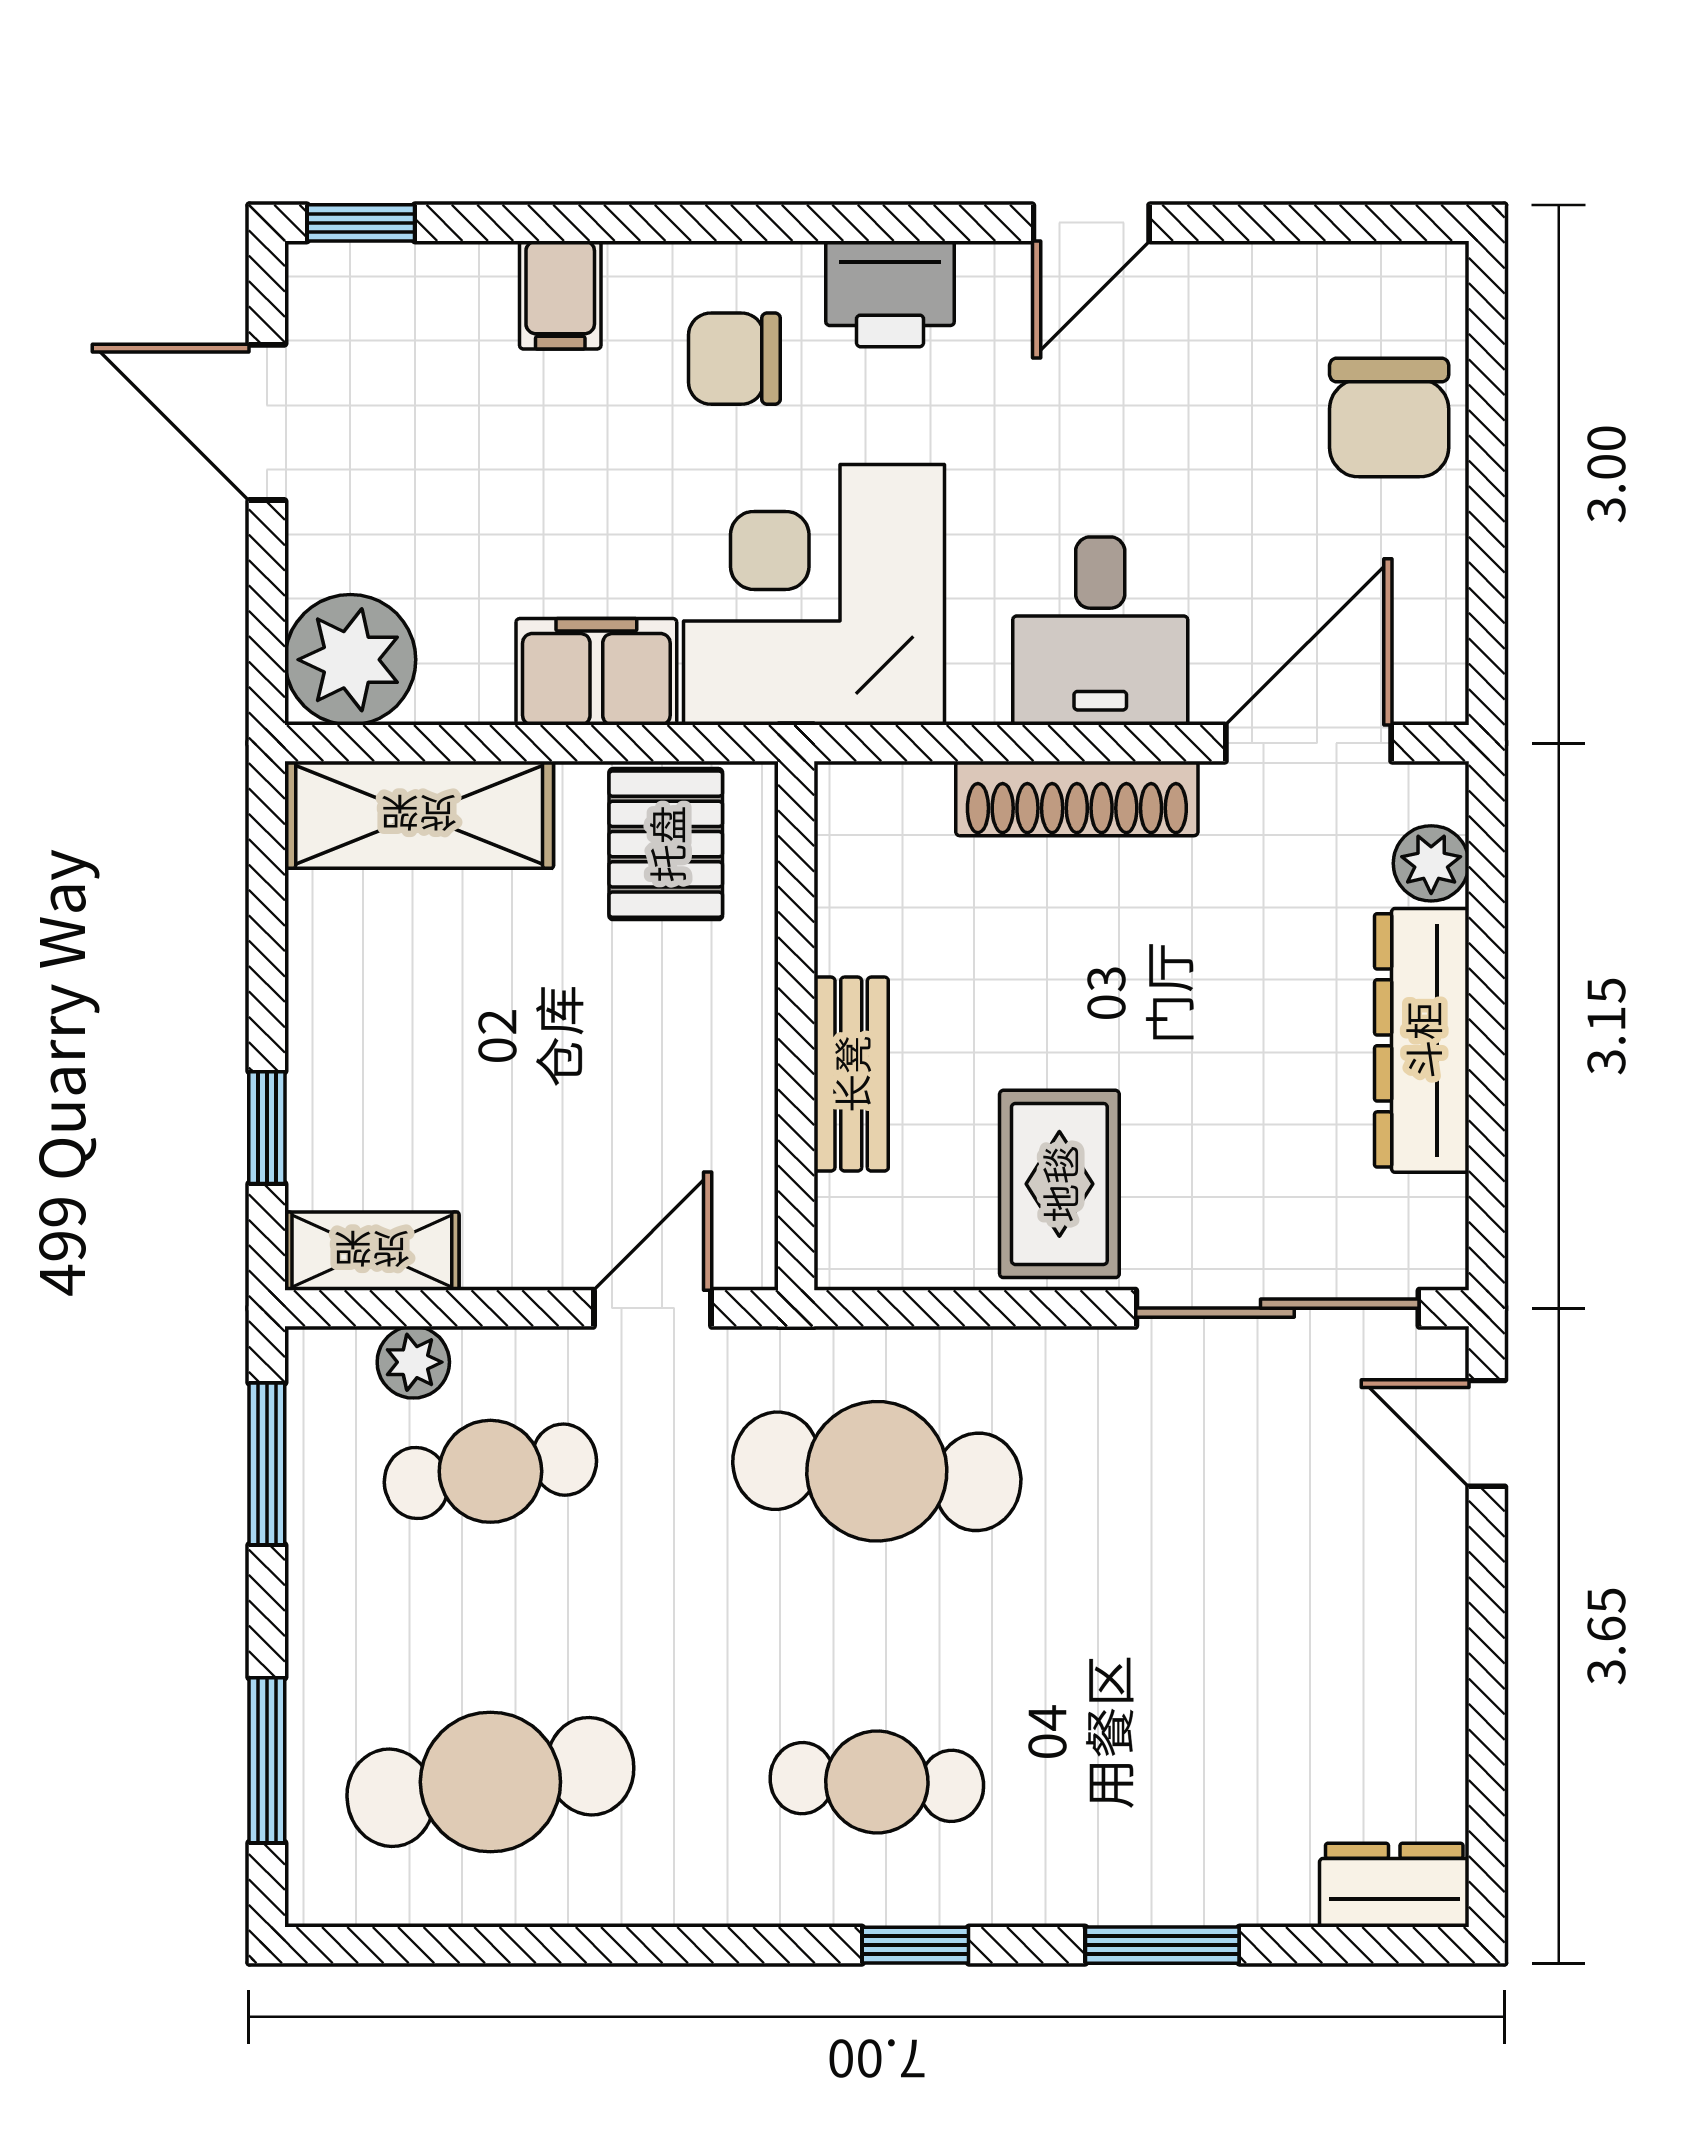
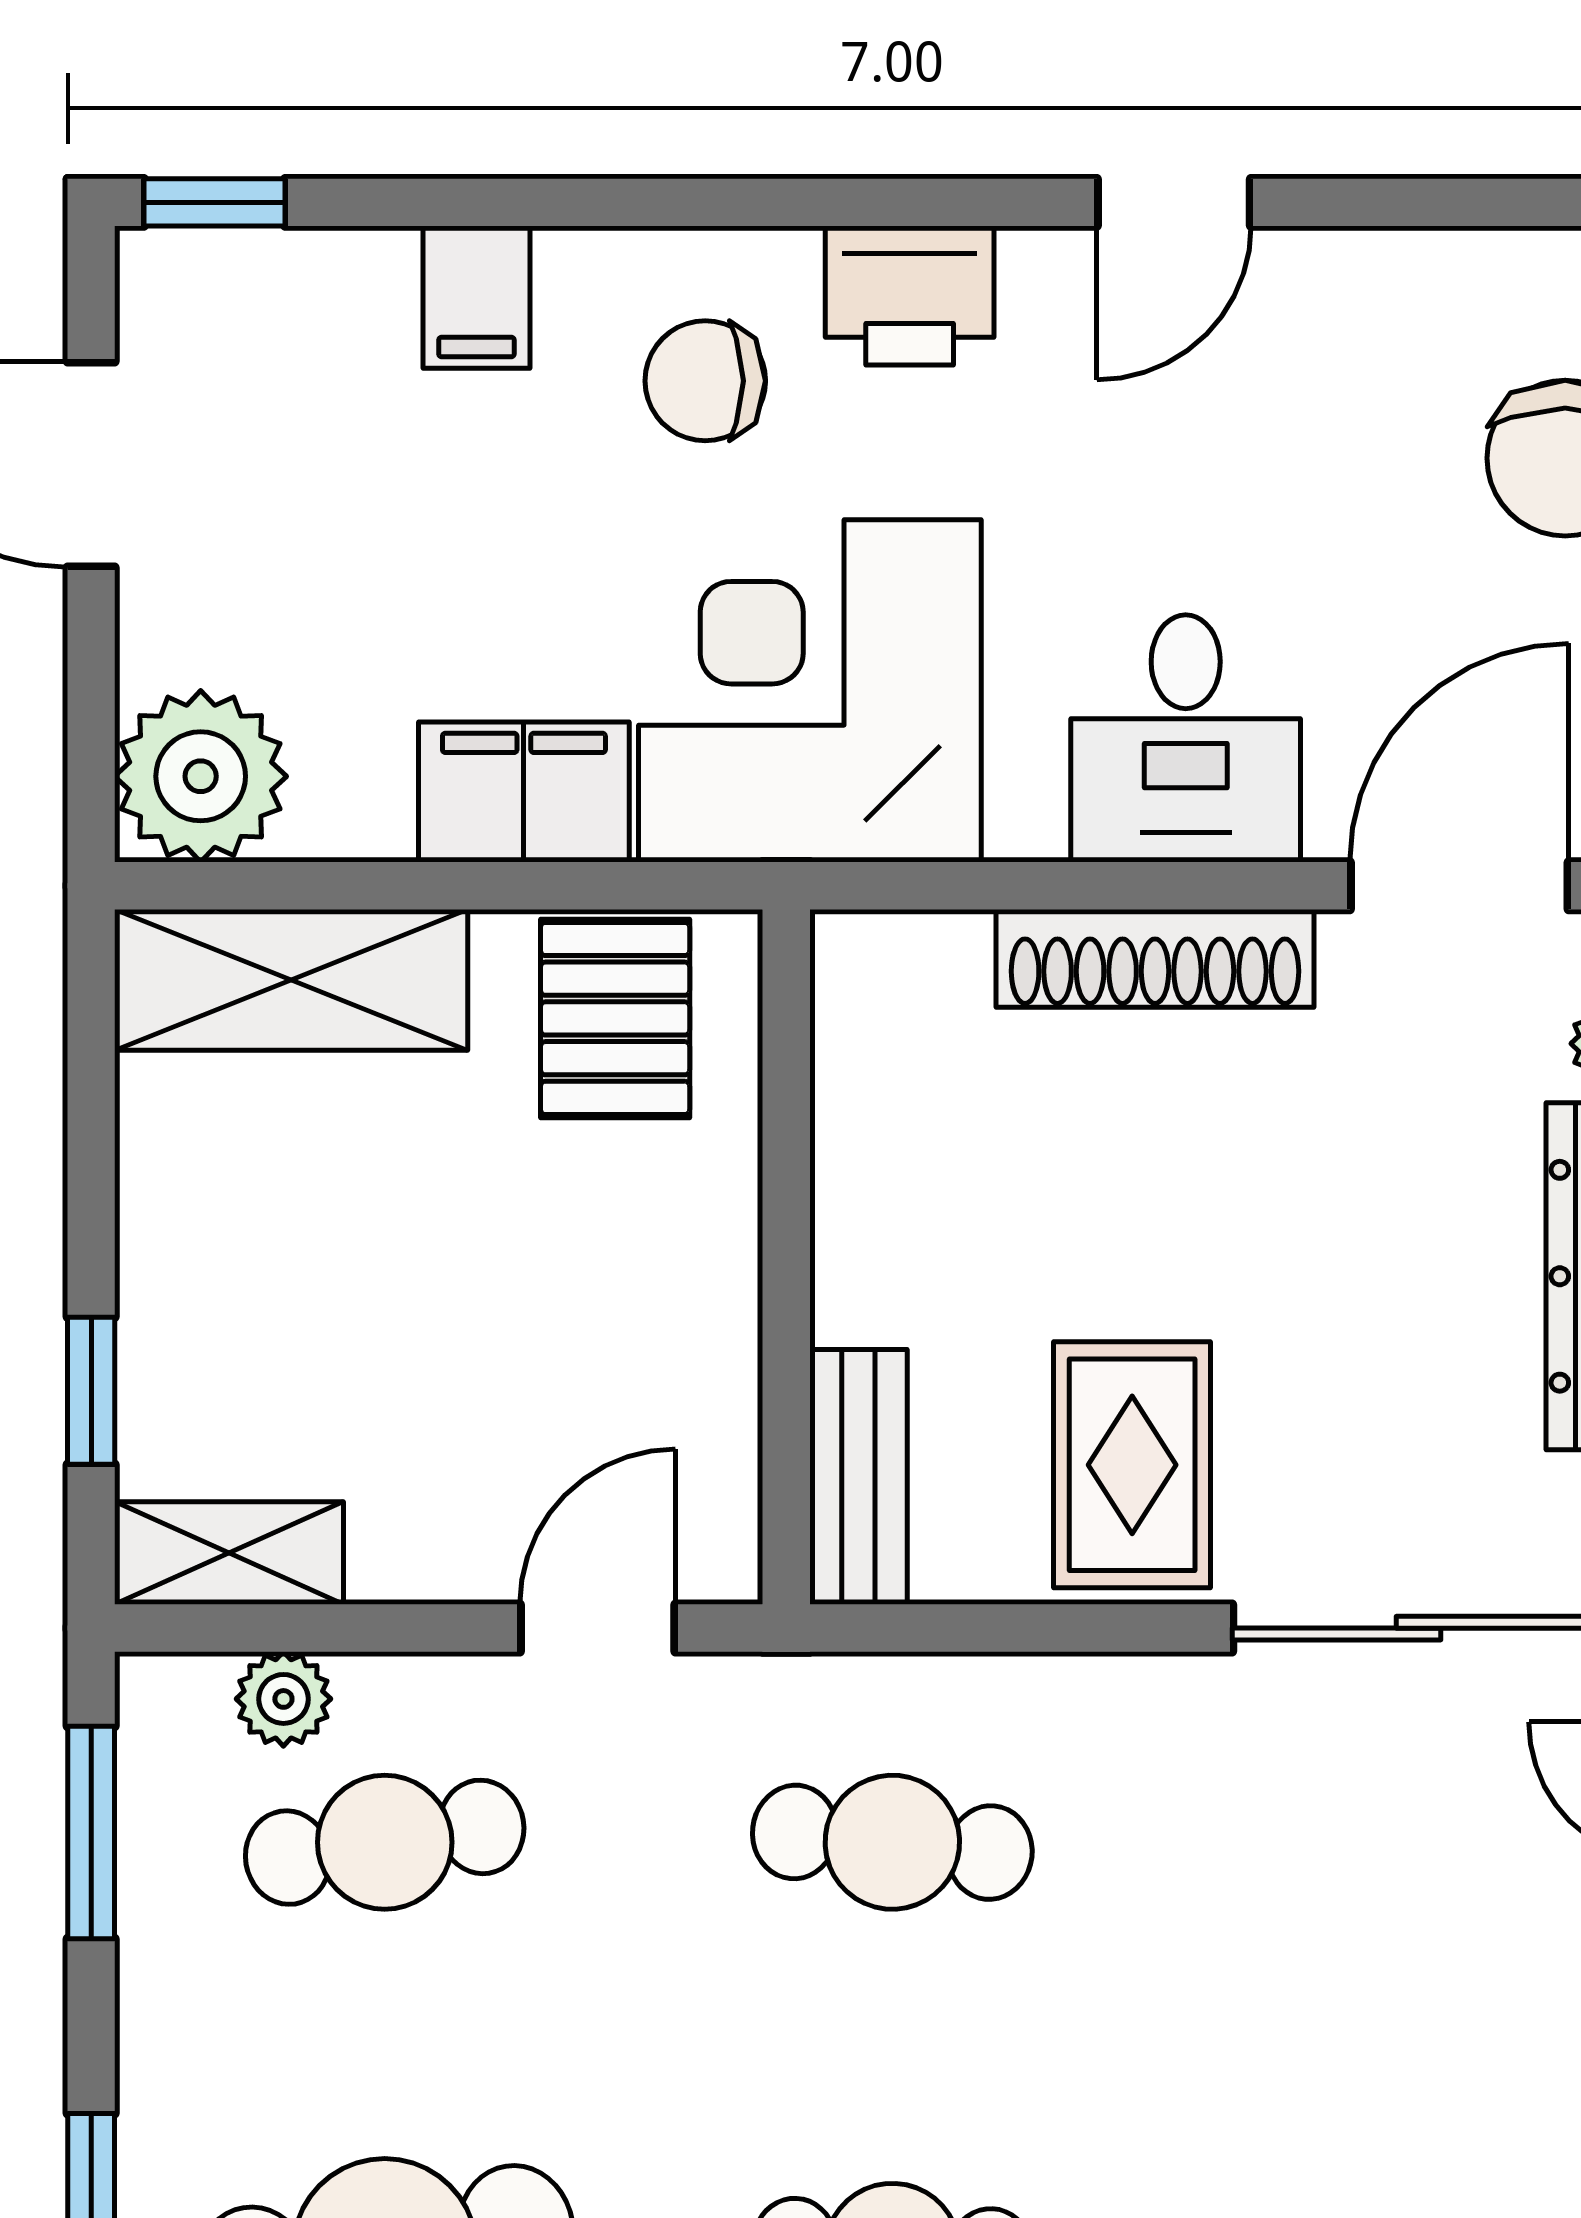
bench: (851, 1074) -> (859, 1477), moved
cafe table: (877, 1471) -> (892, 1842), width x0.73, depth x0.74

